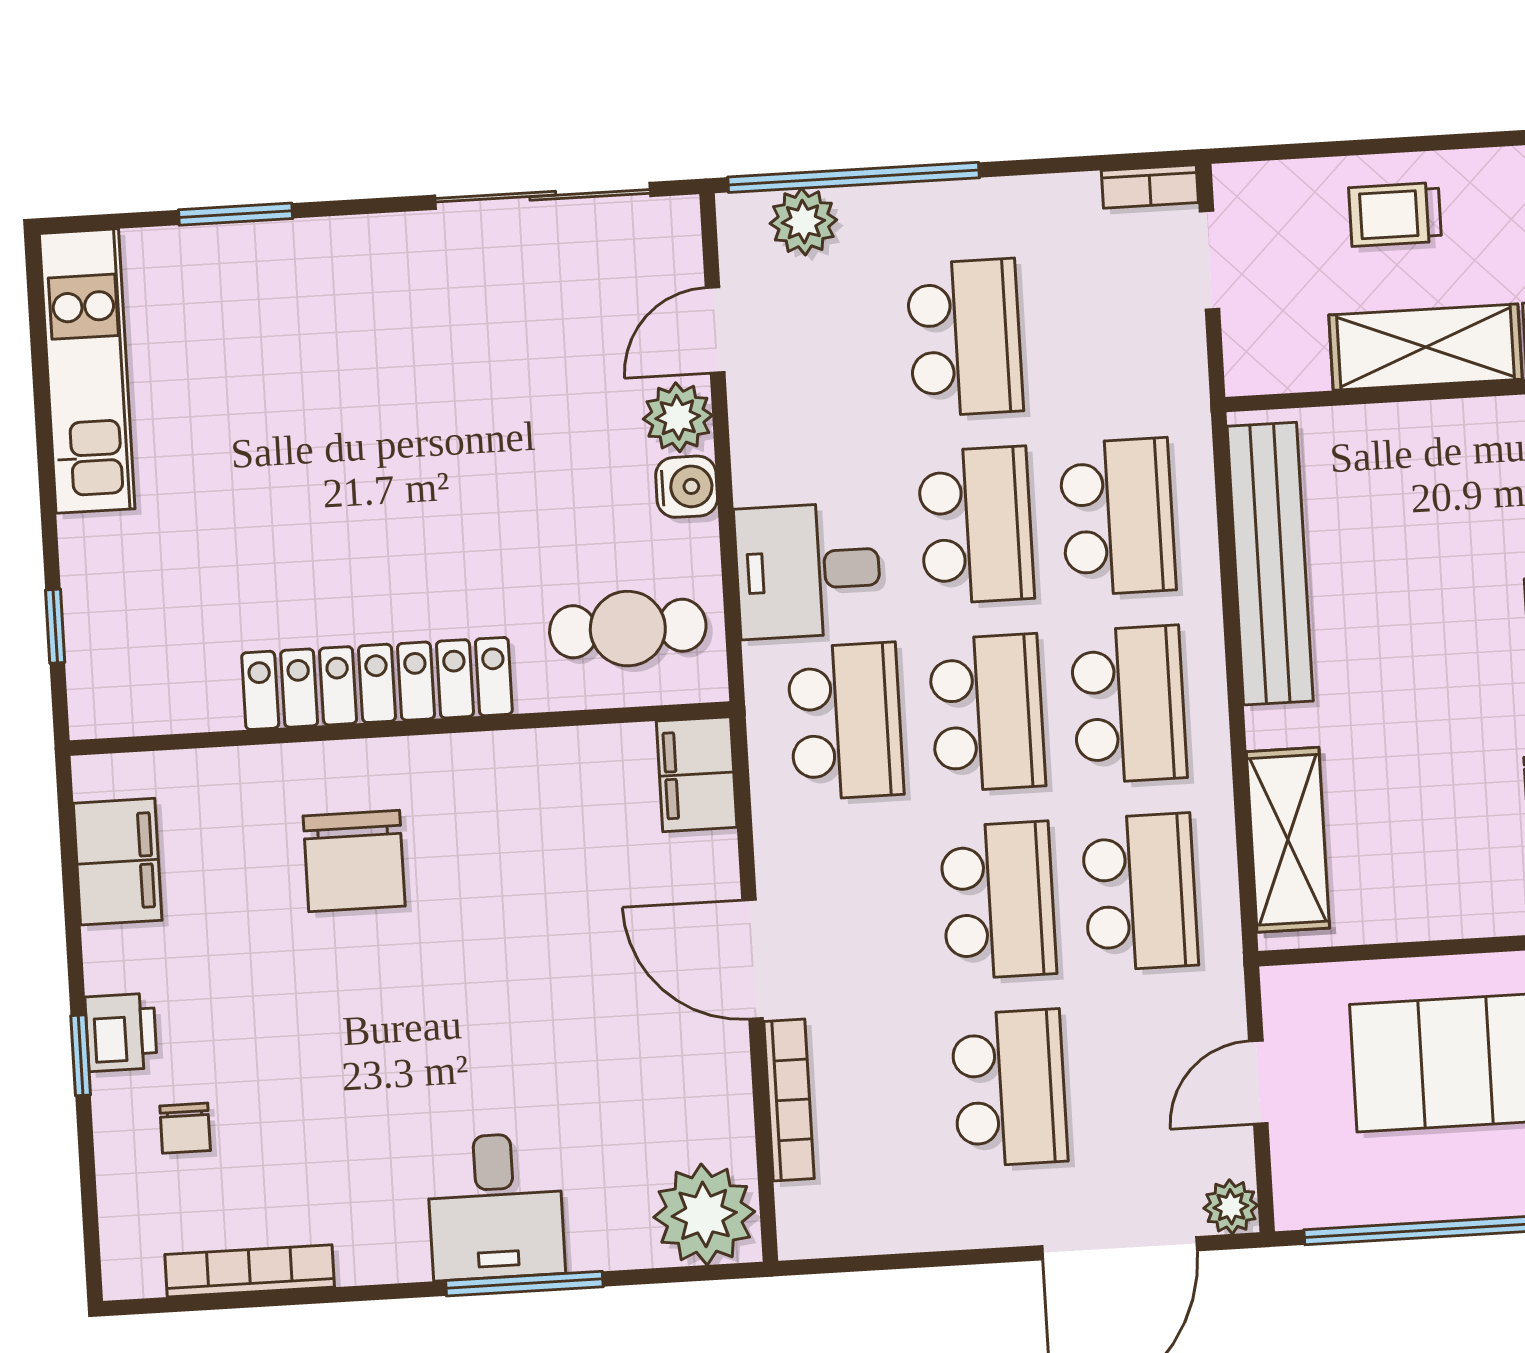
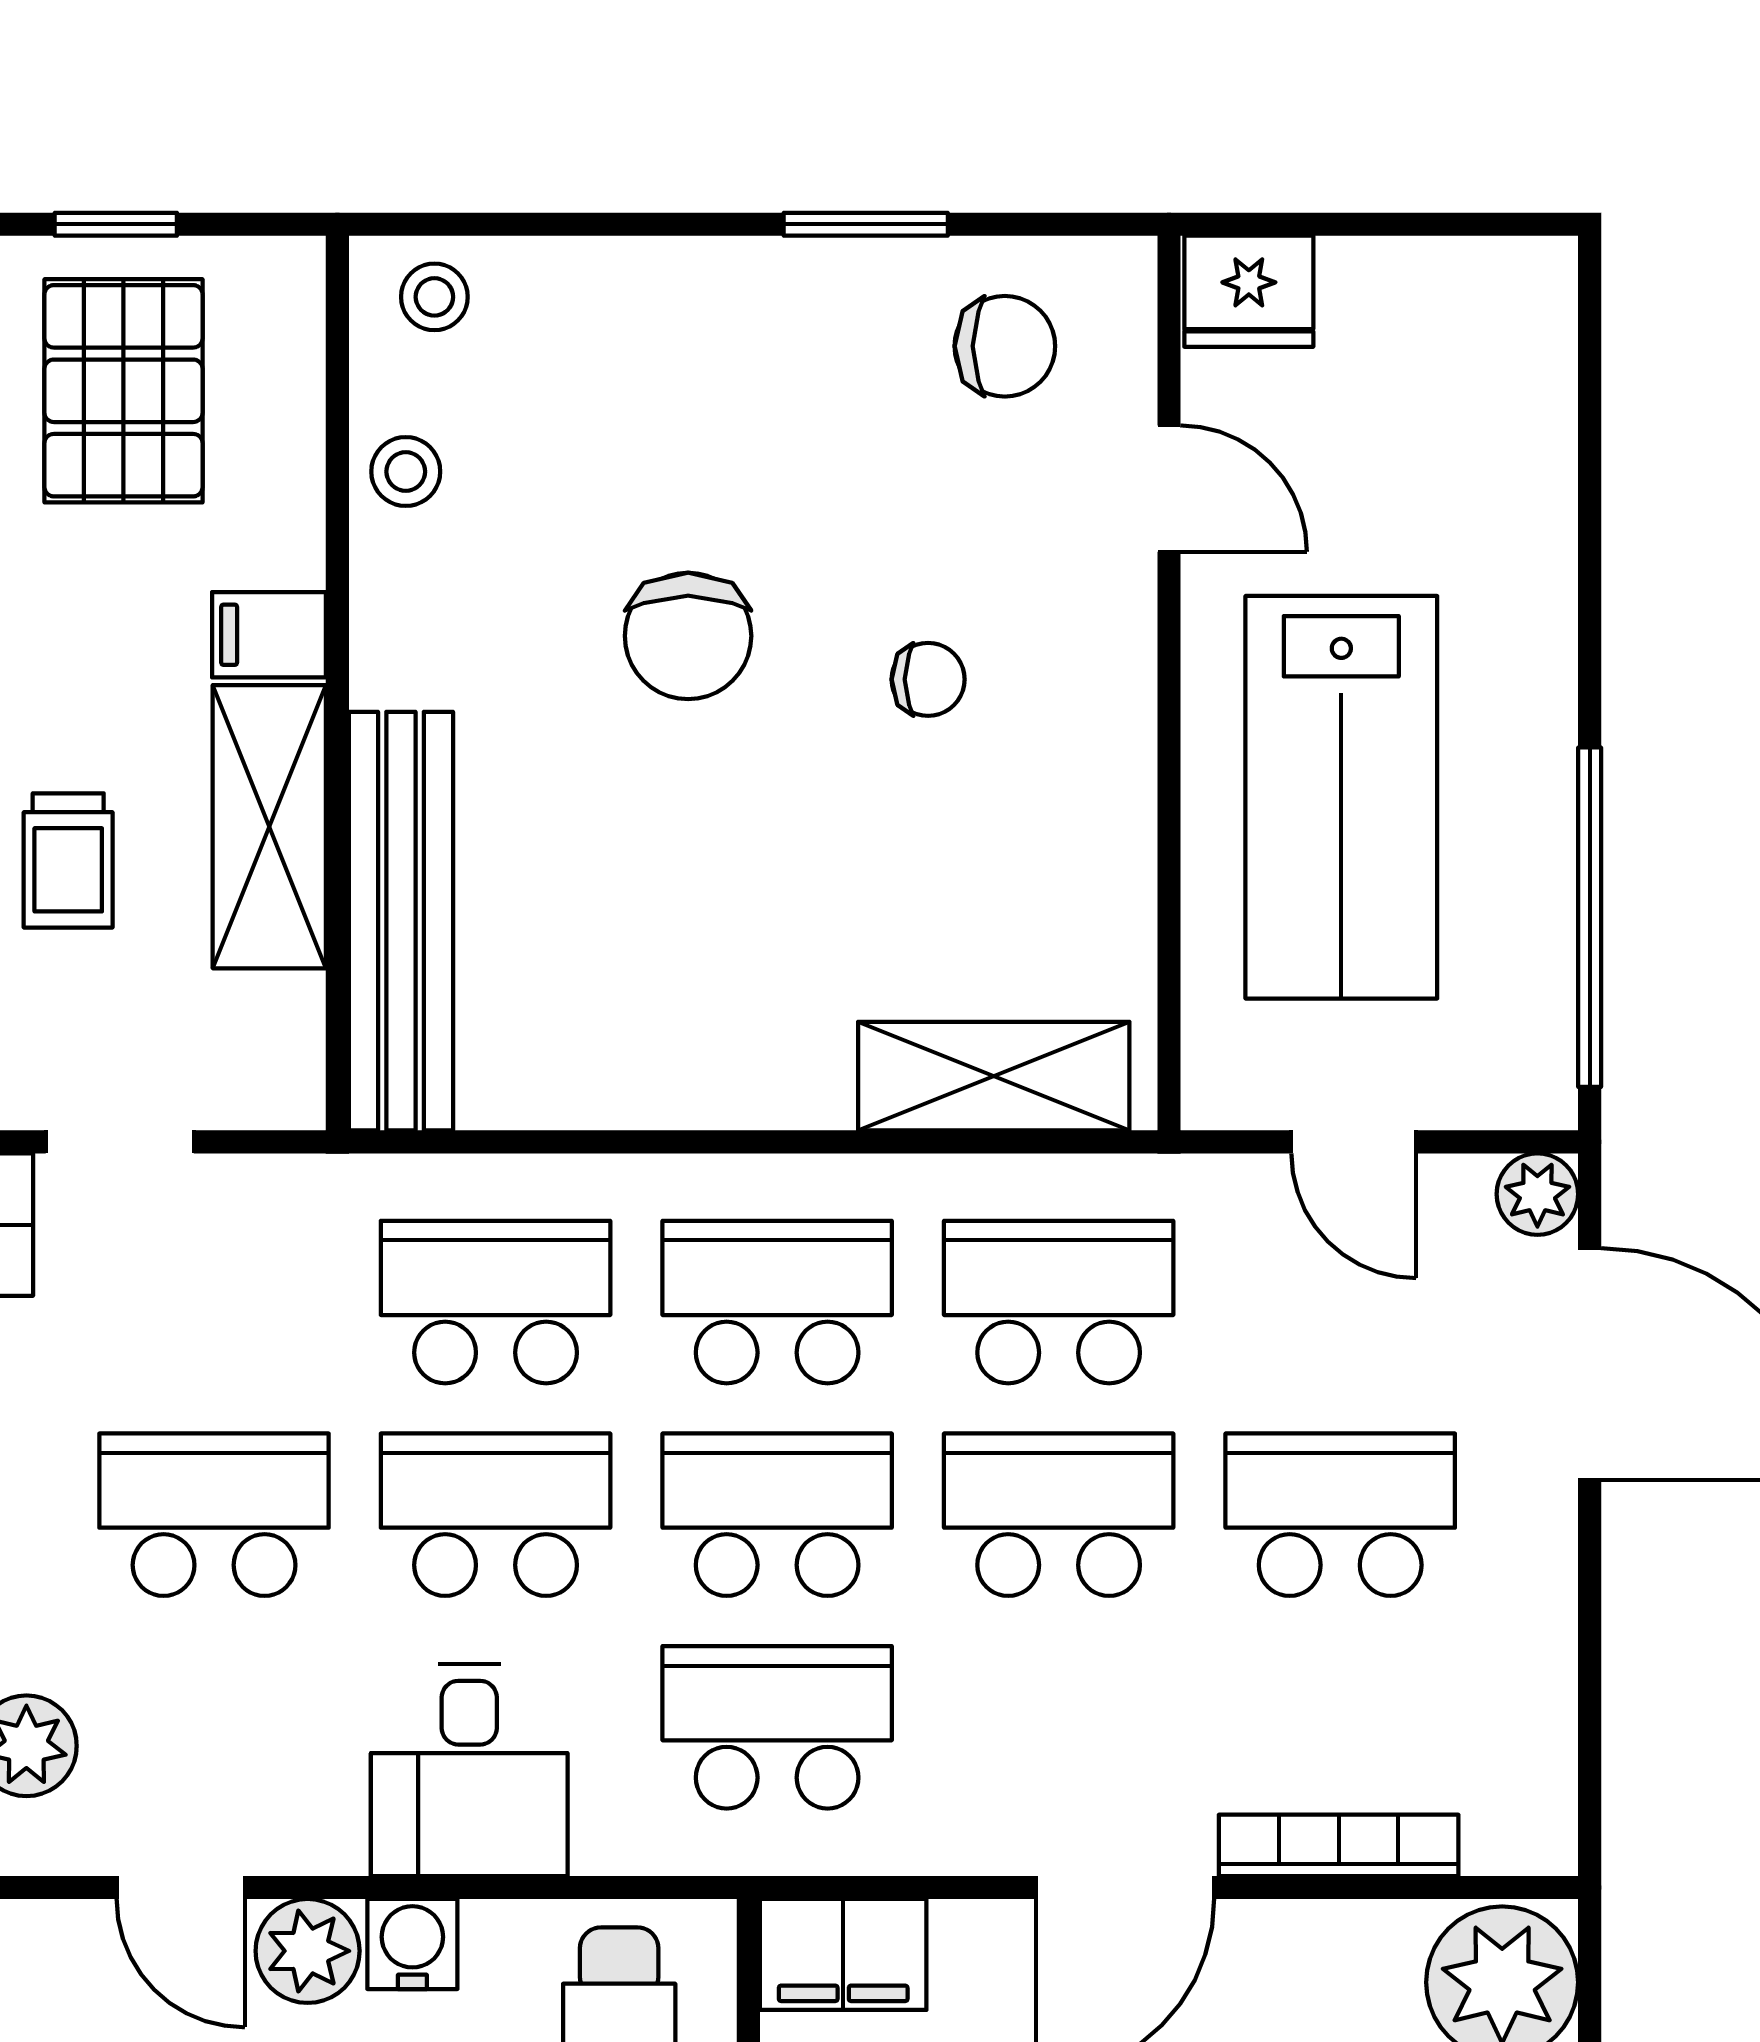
bench: (1270, 564) -> (401, 921), moved, turned 90
desk: (808, 570) -> (469, 1770), moved

